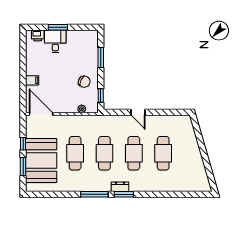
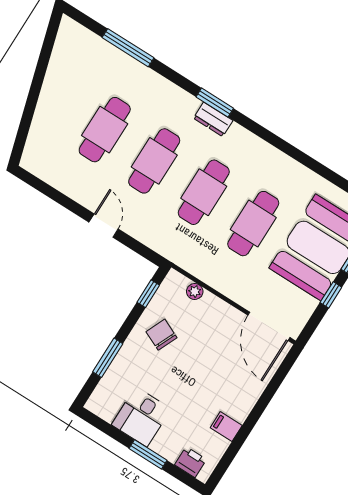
desk: (55, 41) -> (141, 417), moved
filing cabinet: (32, 80) -> (226, 427), moved
window: (94, 194) -> (128, 48), moved

